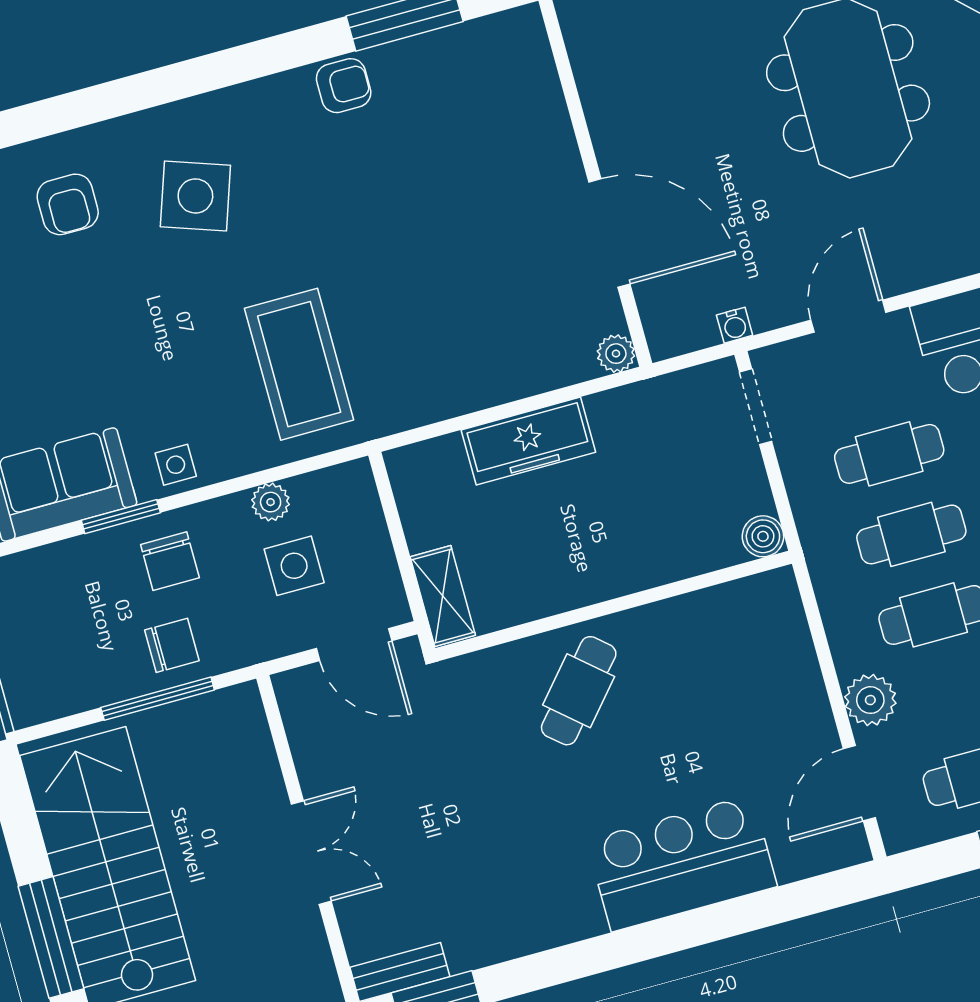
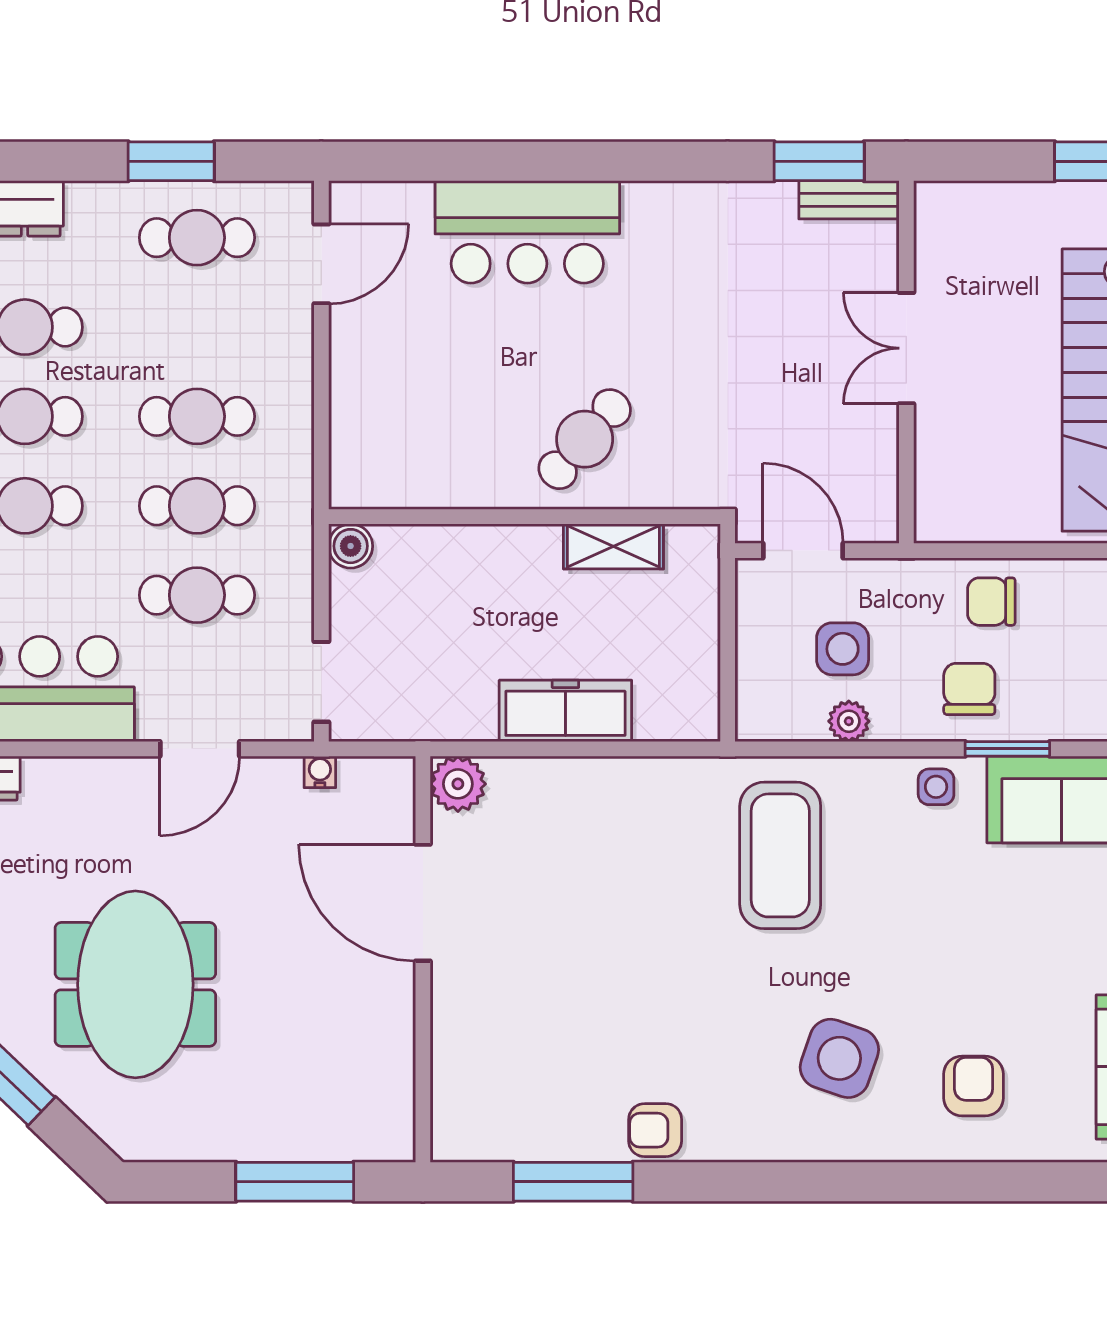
plant: (616, 354) -> (458, 784), width x1.38, depth x1.38
shelving: (443, 596) -> (613, 546), moved, turned 90
window: (158, 699) -> (1021, 551), removed
plant: (870, 700) -> (286, 347), removed

